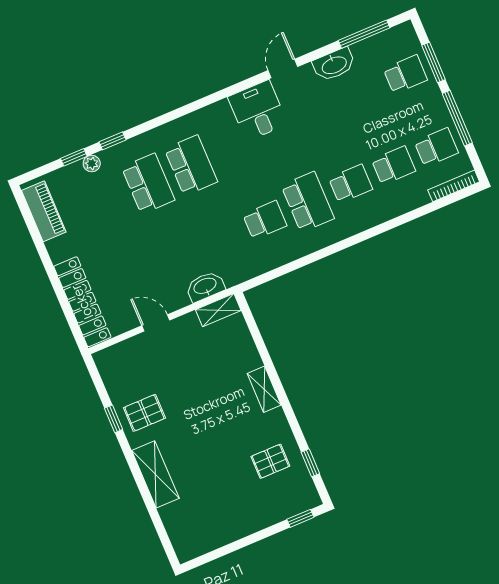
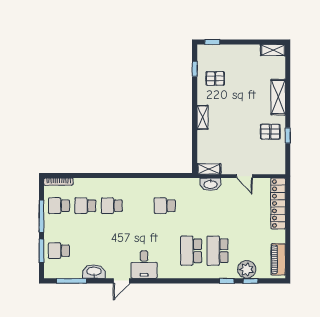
plant: (92, 164) -> (247, 269), width x1.87, depth x1.87
school desk: (308, 202) -> (138, 206), removed
shelving: (196, 547) -> (273, 50), added

